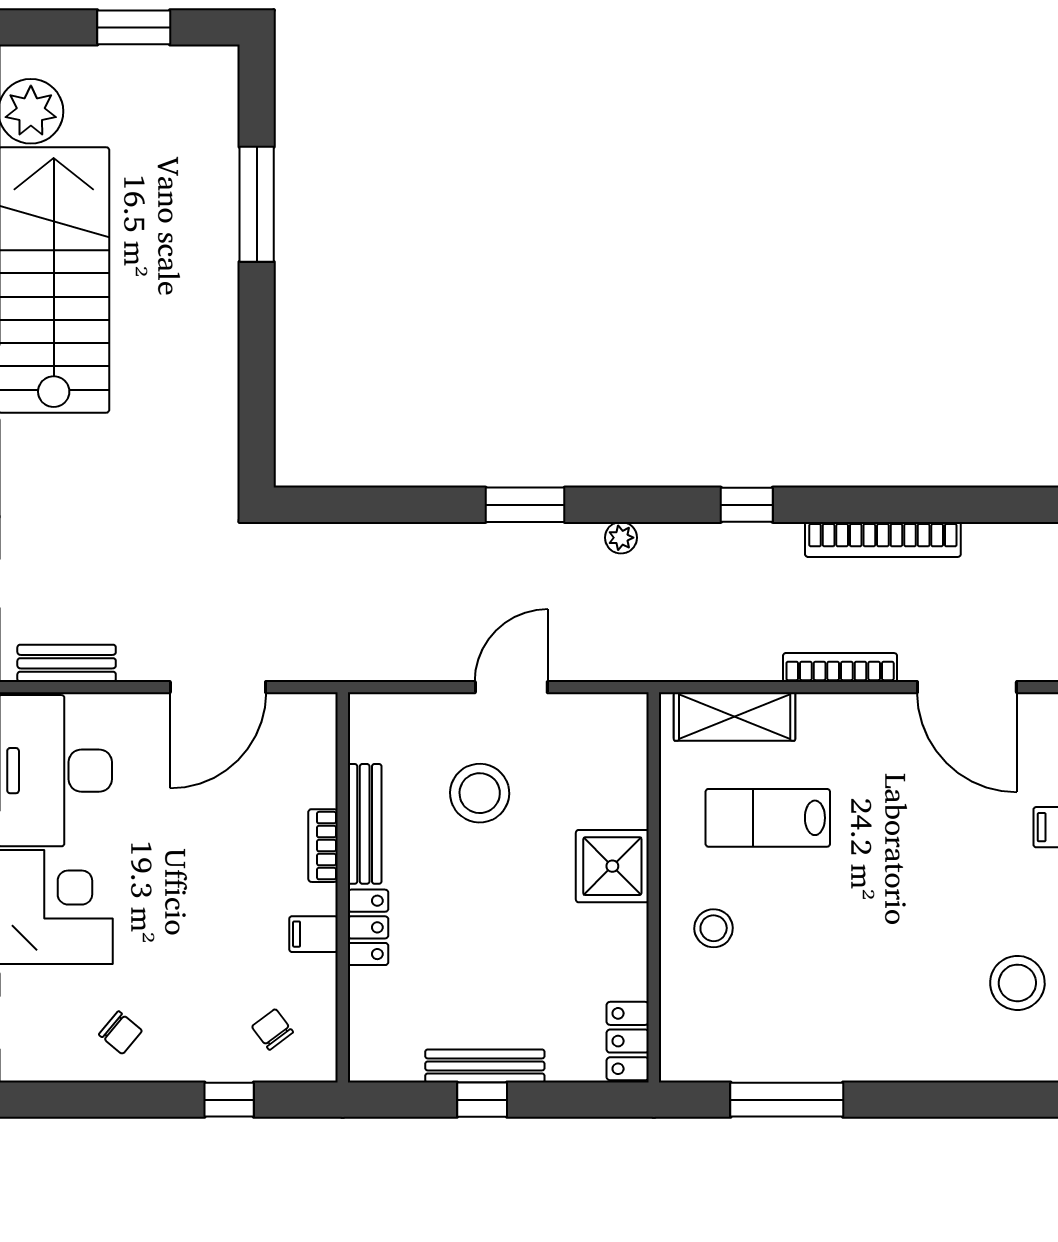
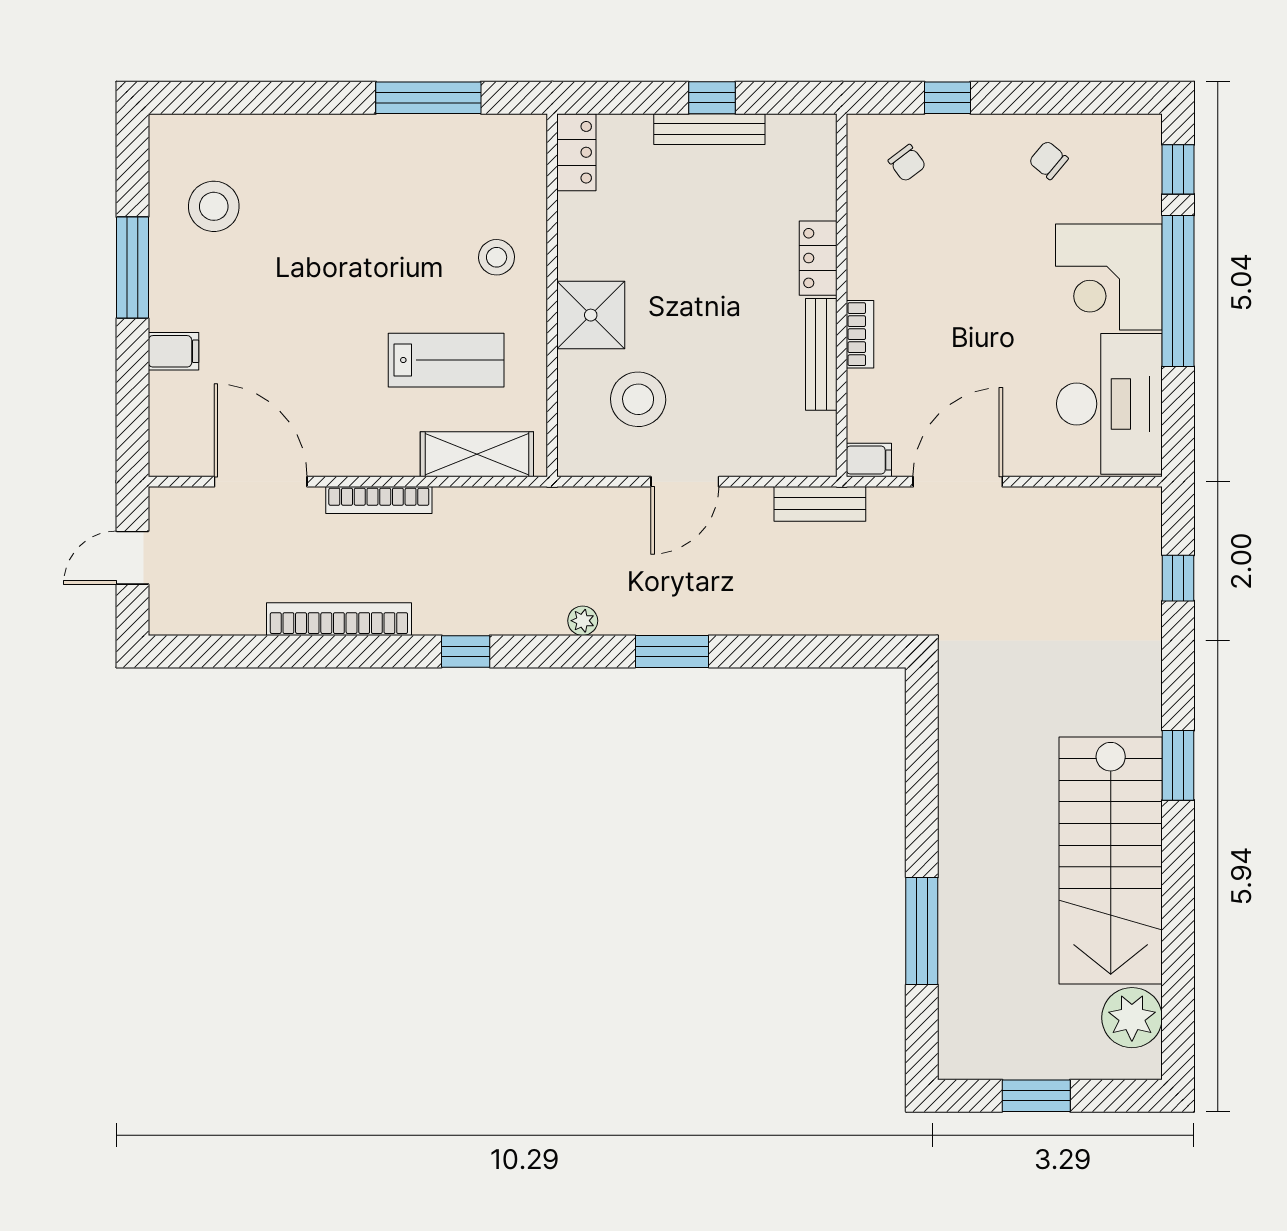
bench: (67, 663) -> (820, 504), moved
stool: (480, 793) -> (638, 399), moved
filing cabinet: (313, 934) -> (869, 460), moved

